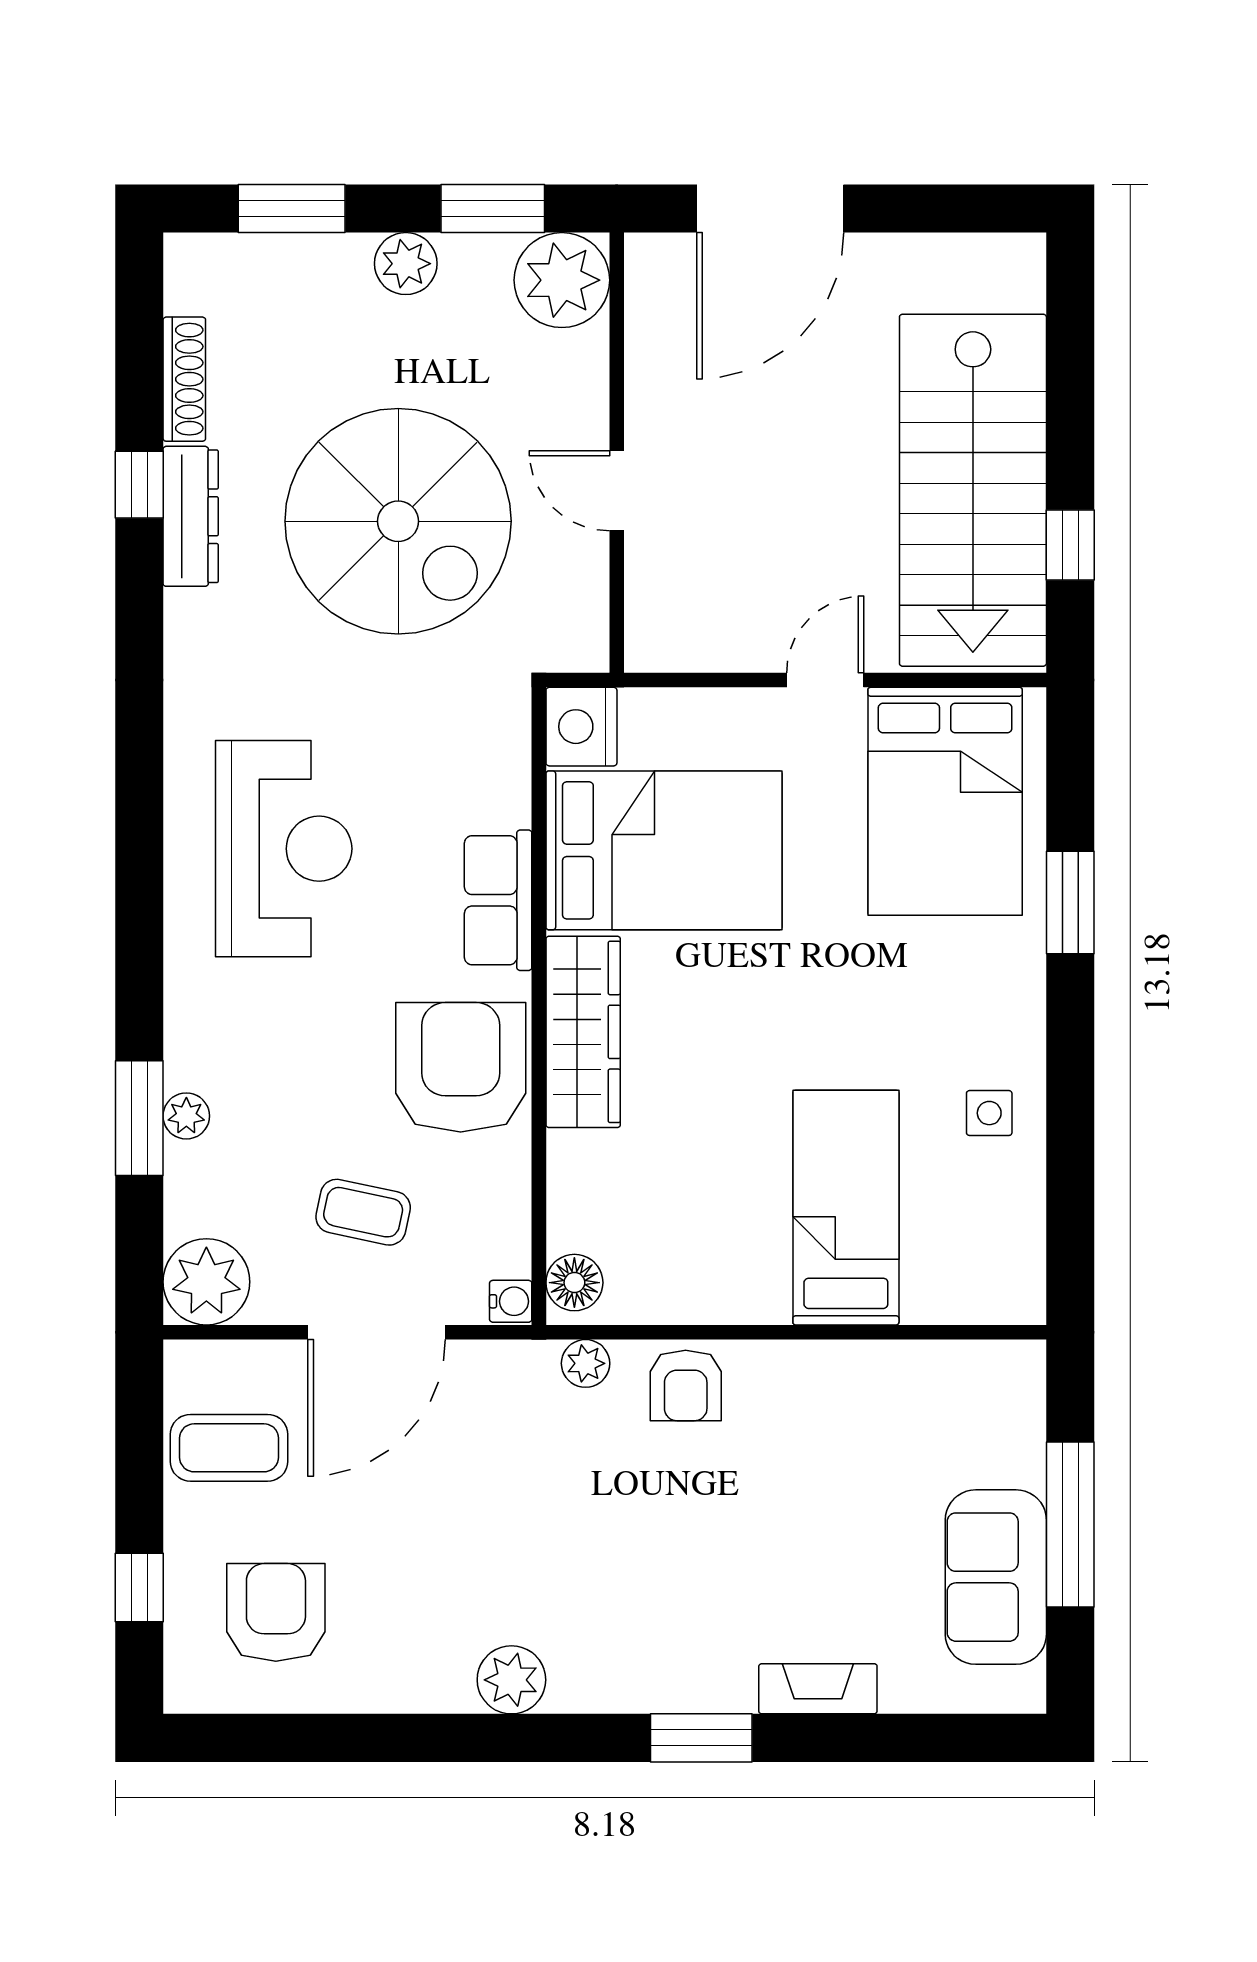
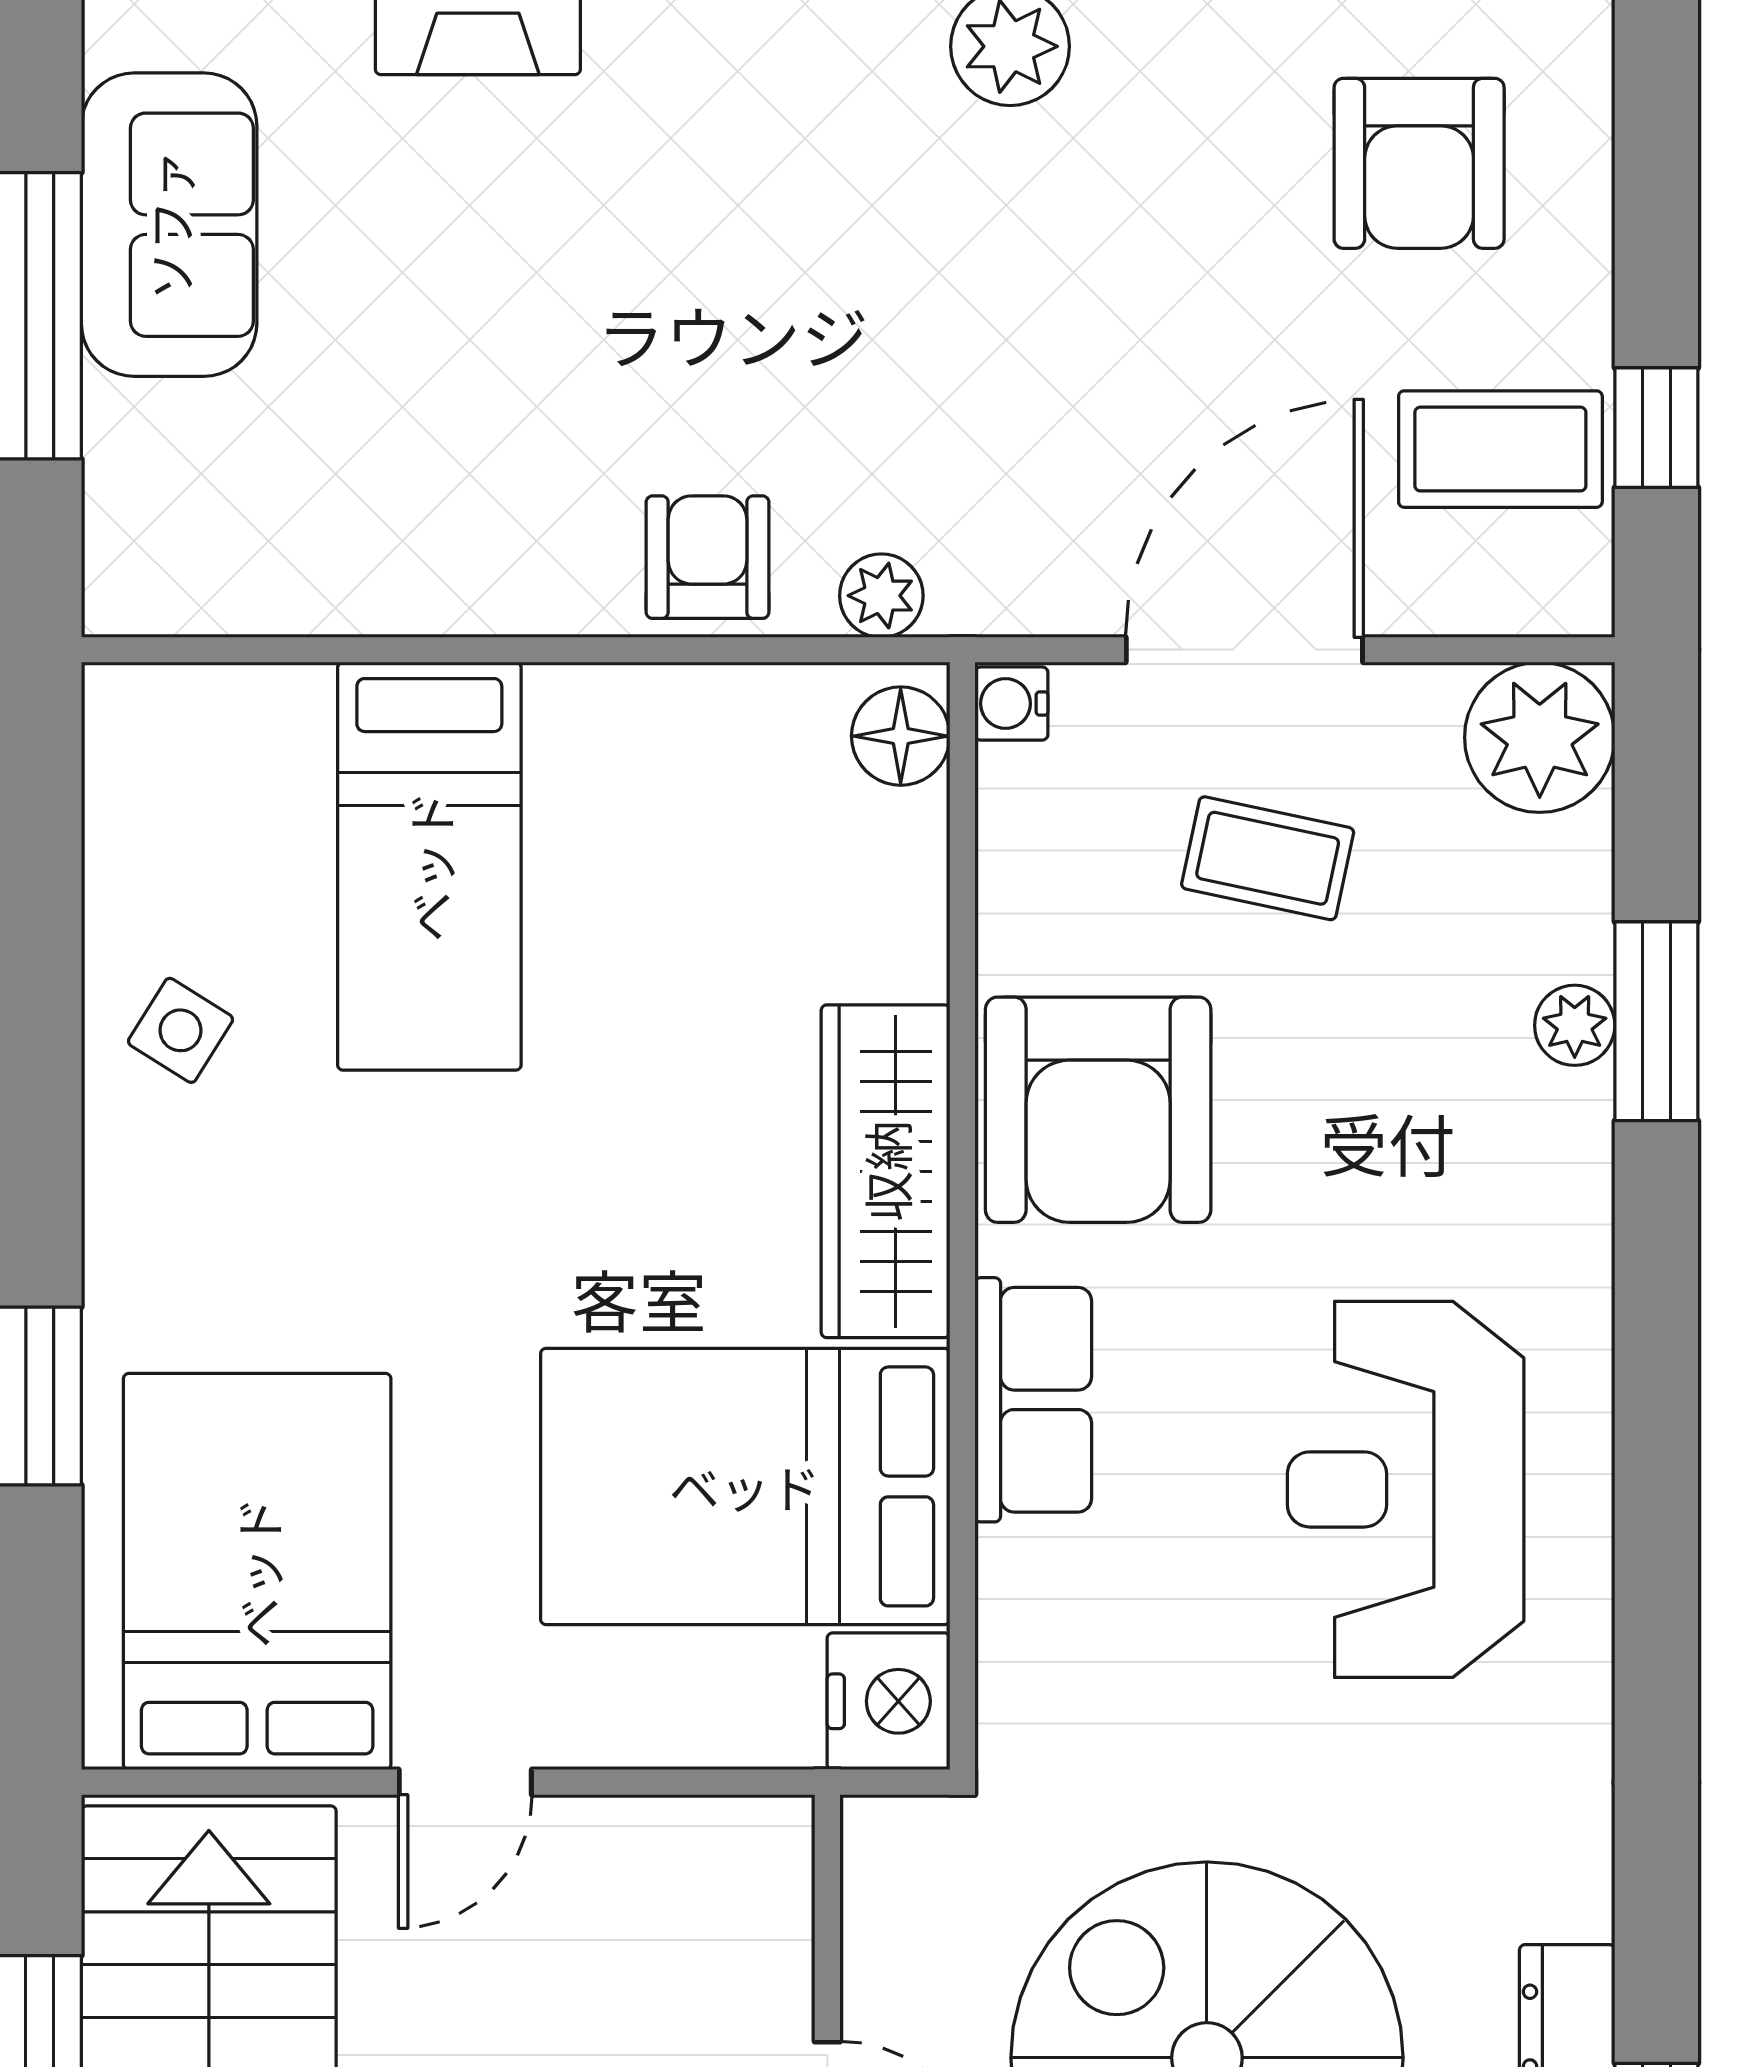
side table: (989, 1113) -> (181, 1030), turned 32
window: (139, 1587) -> (1656, 428), moved

